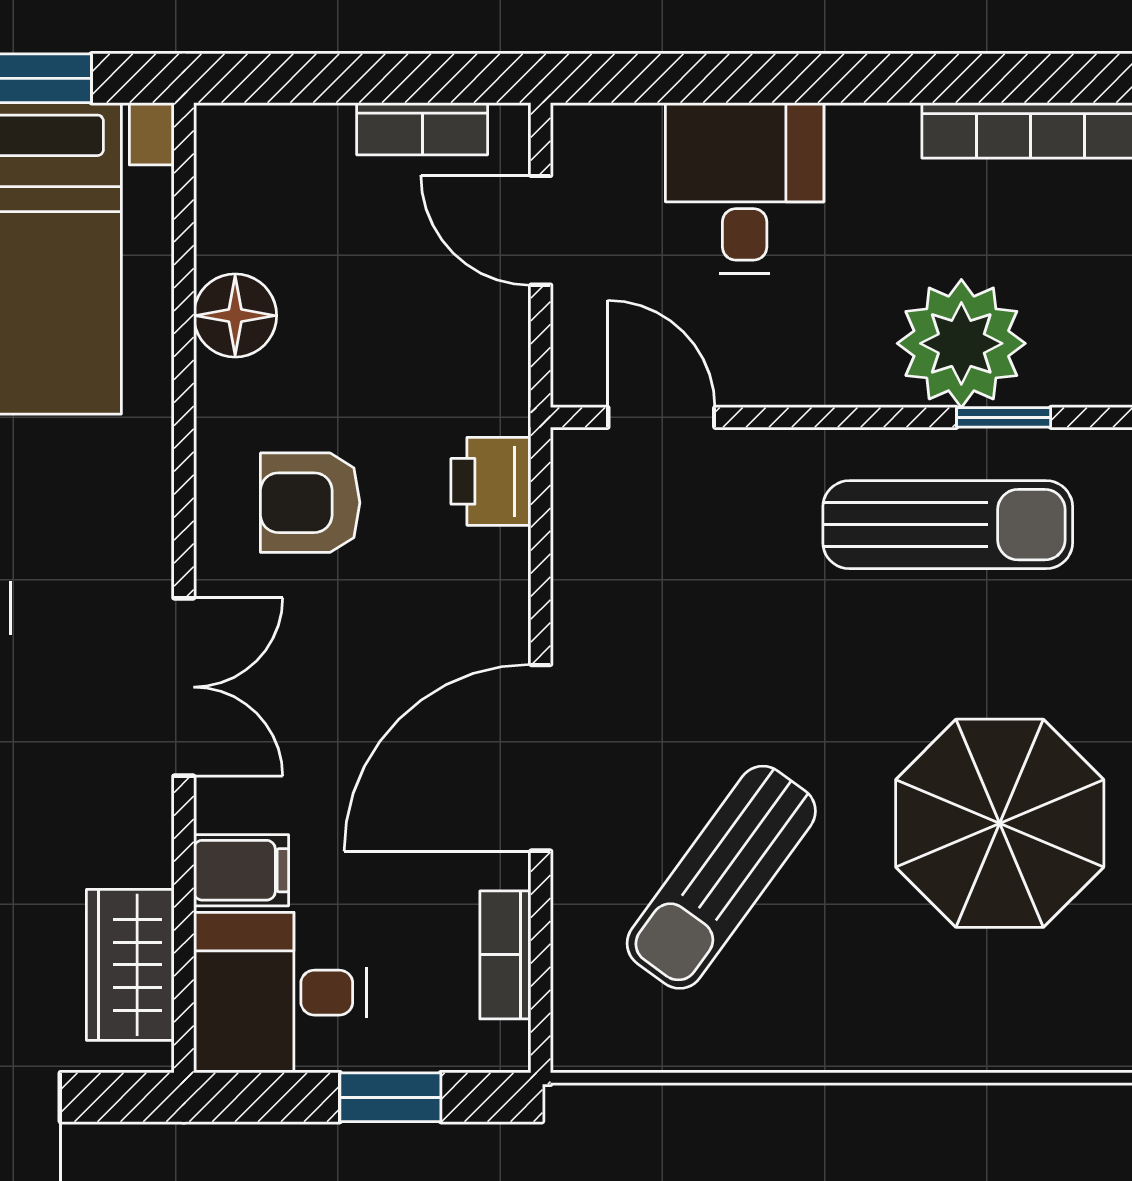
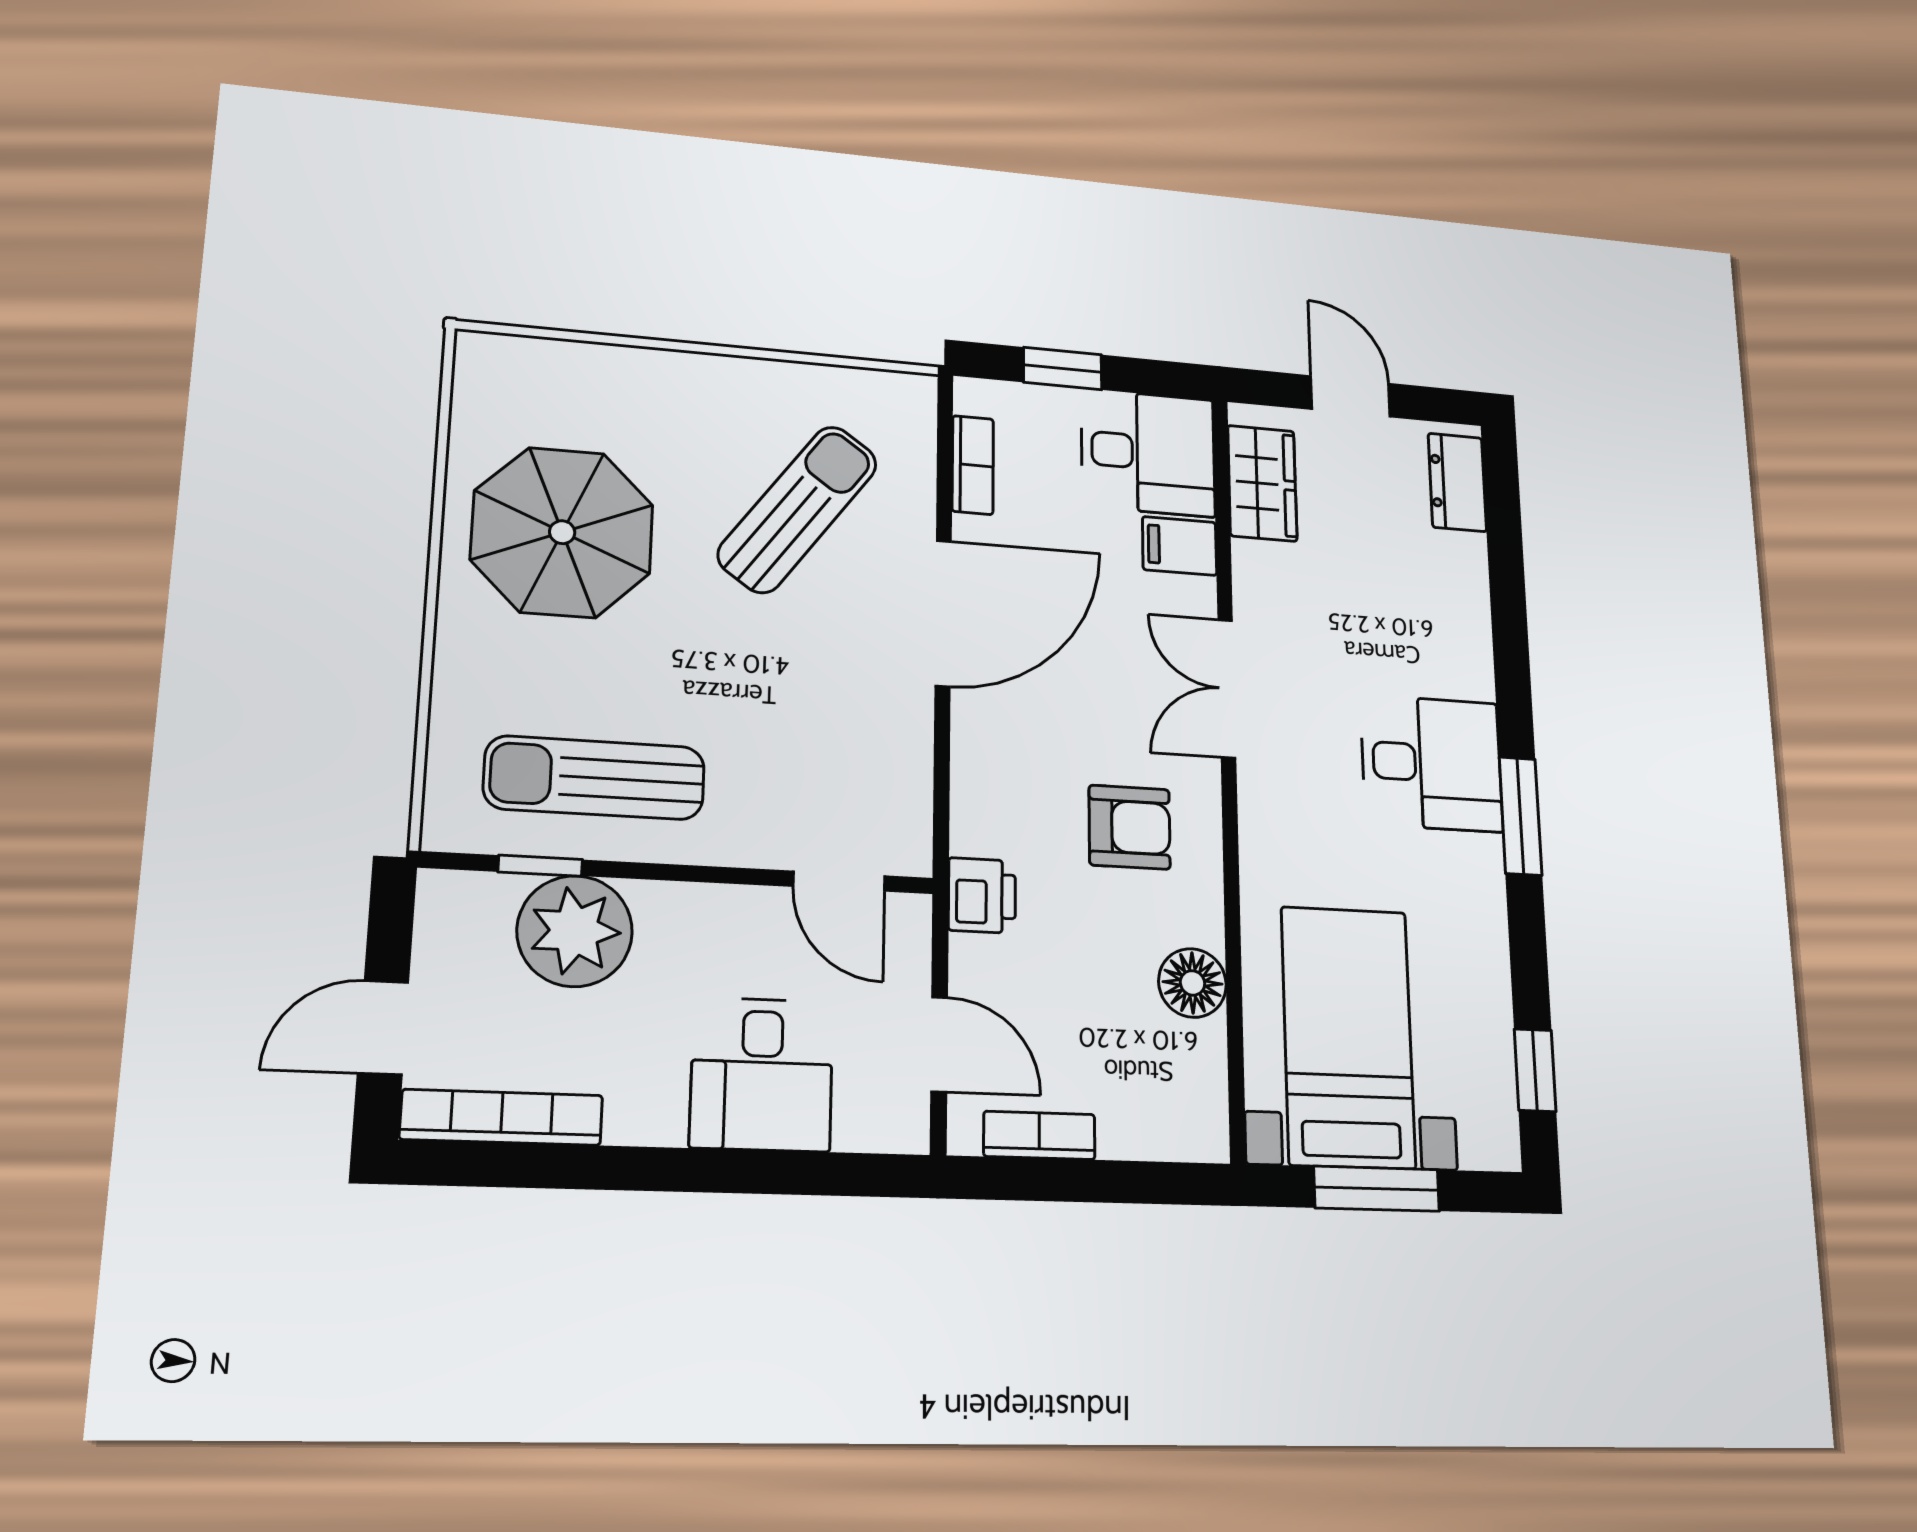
printer: (491, 481) -> (982, 895), moved

